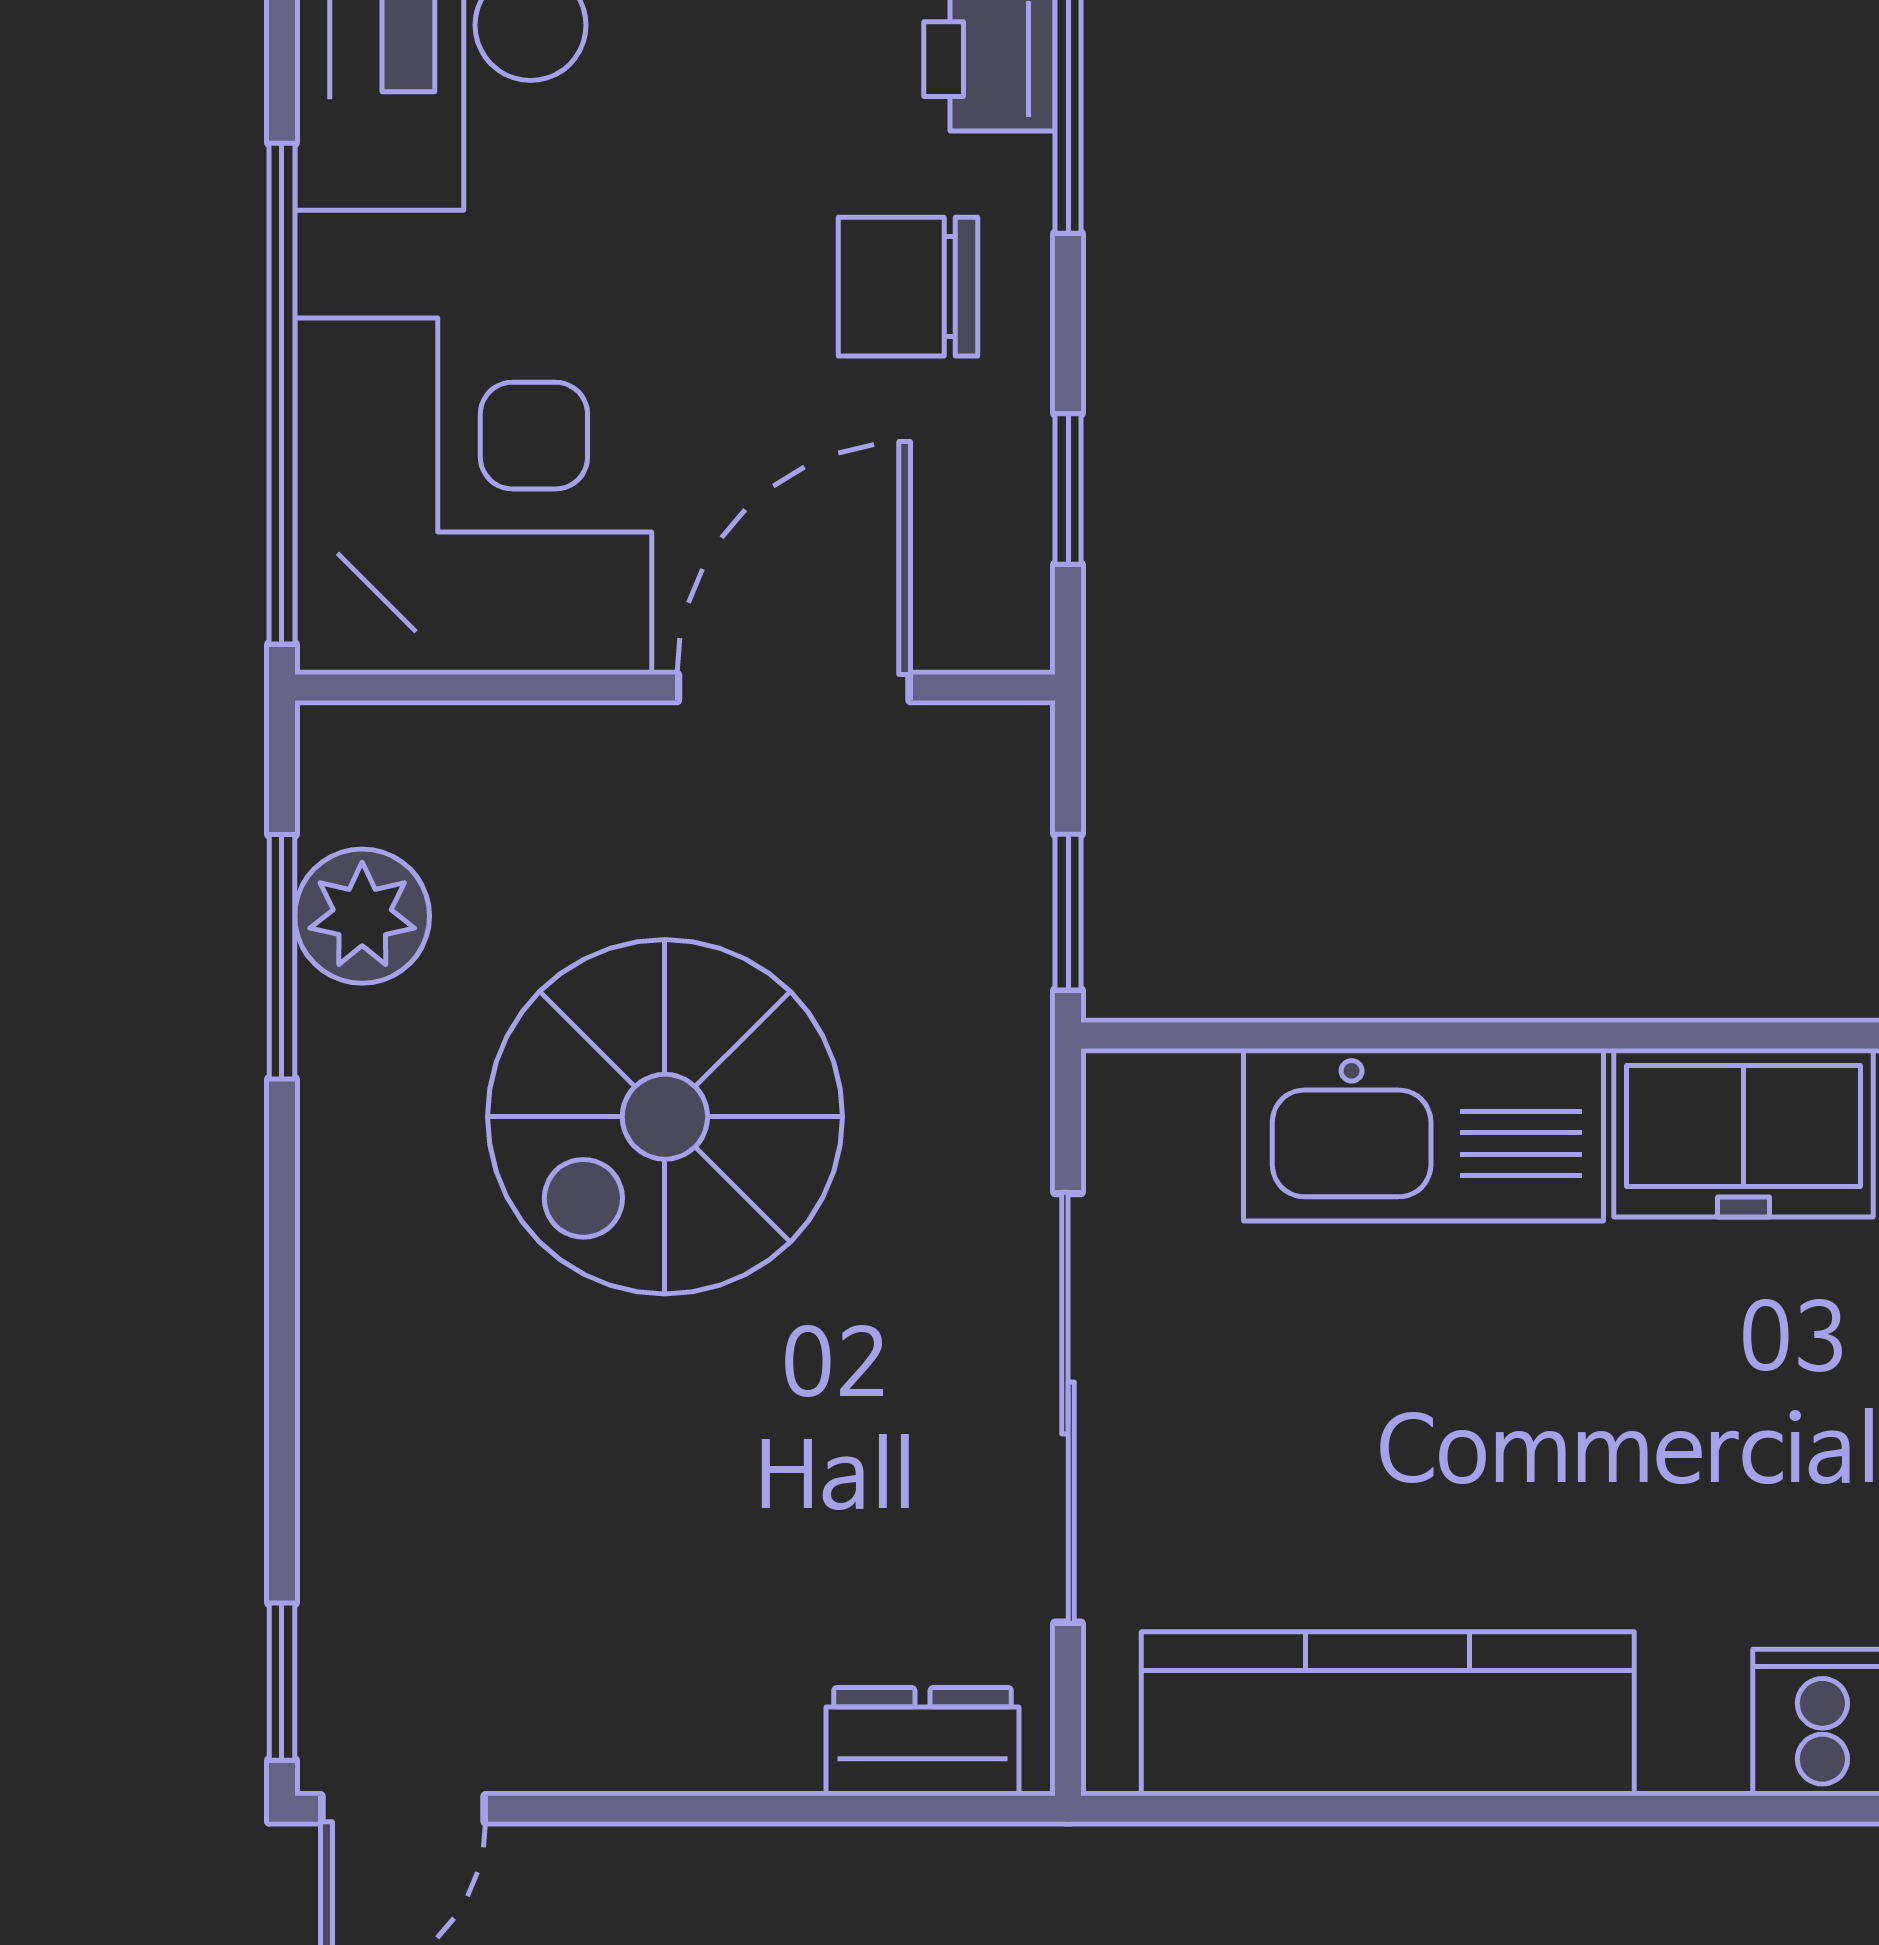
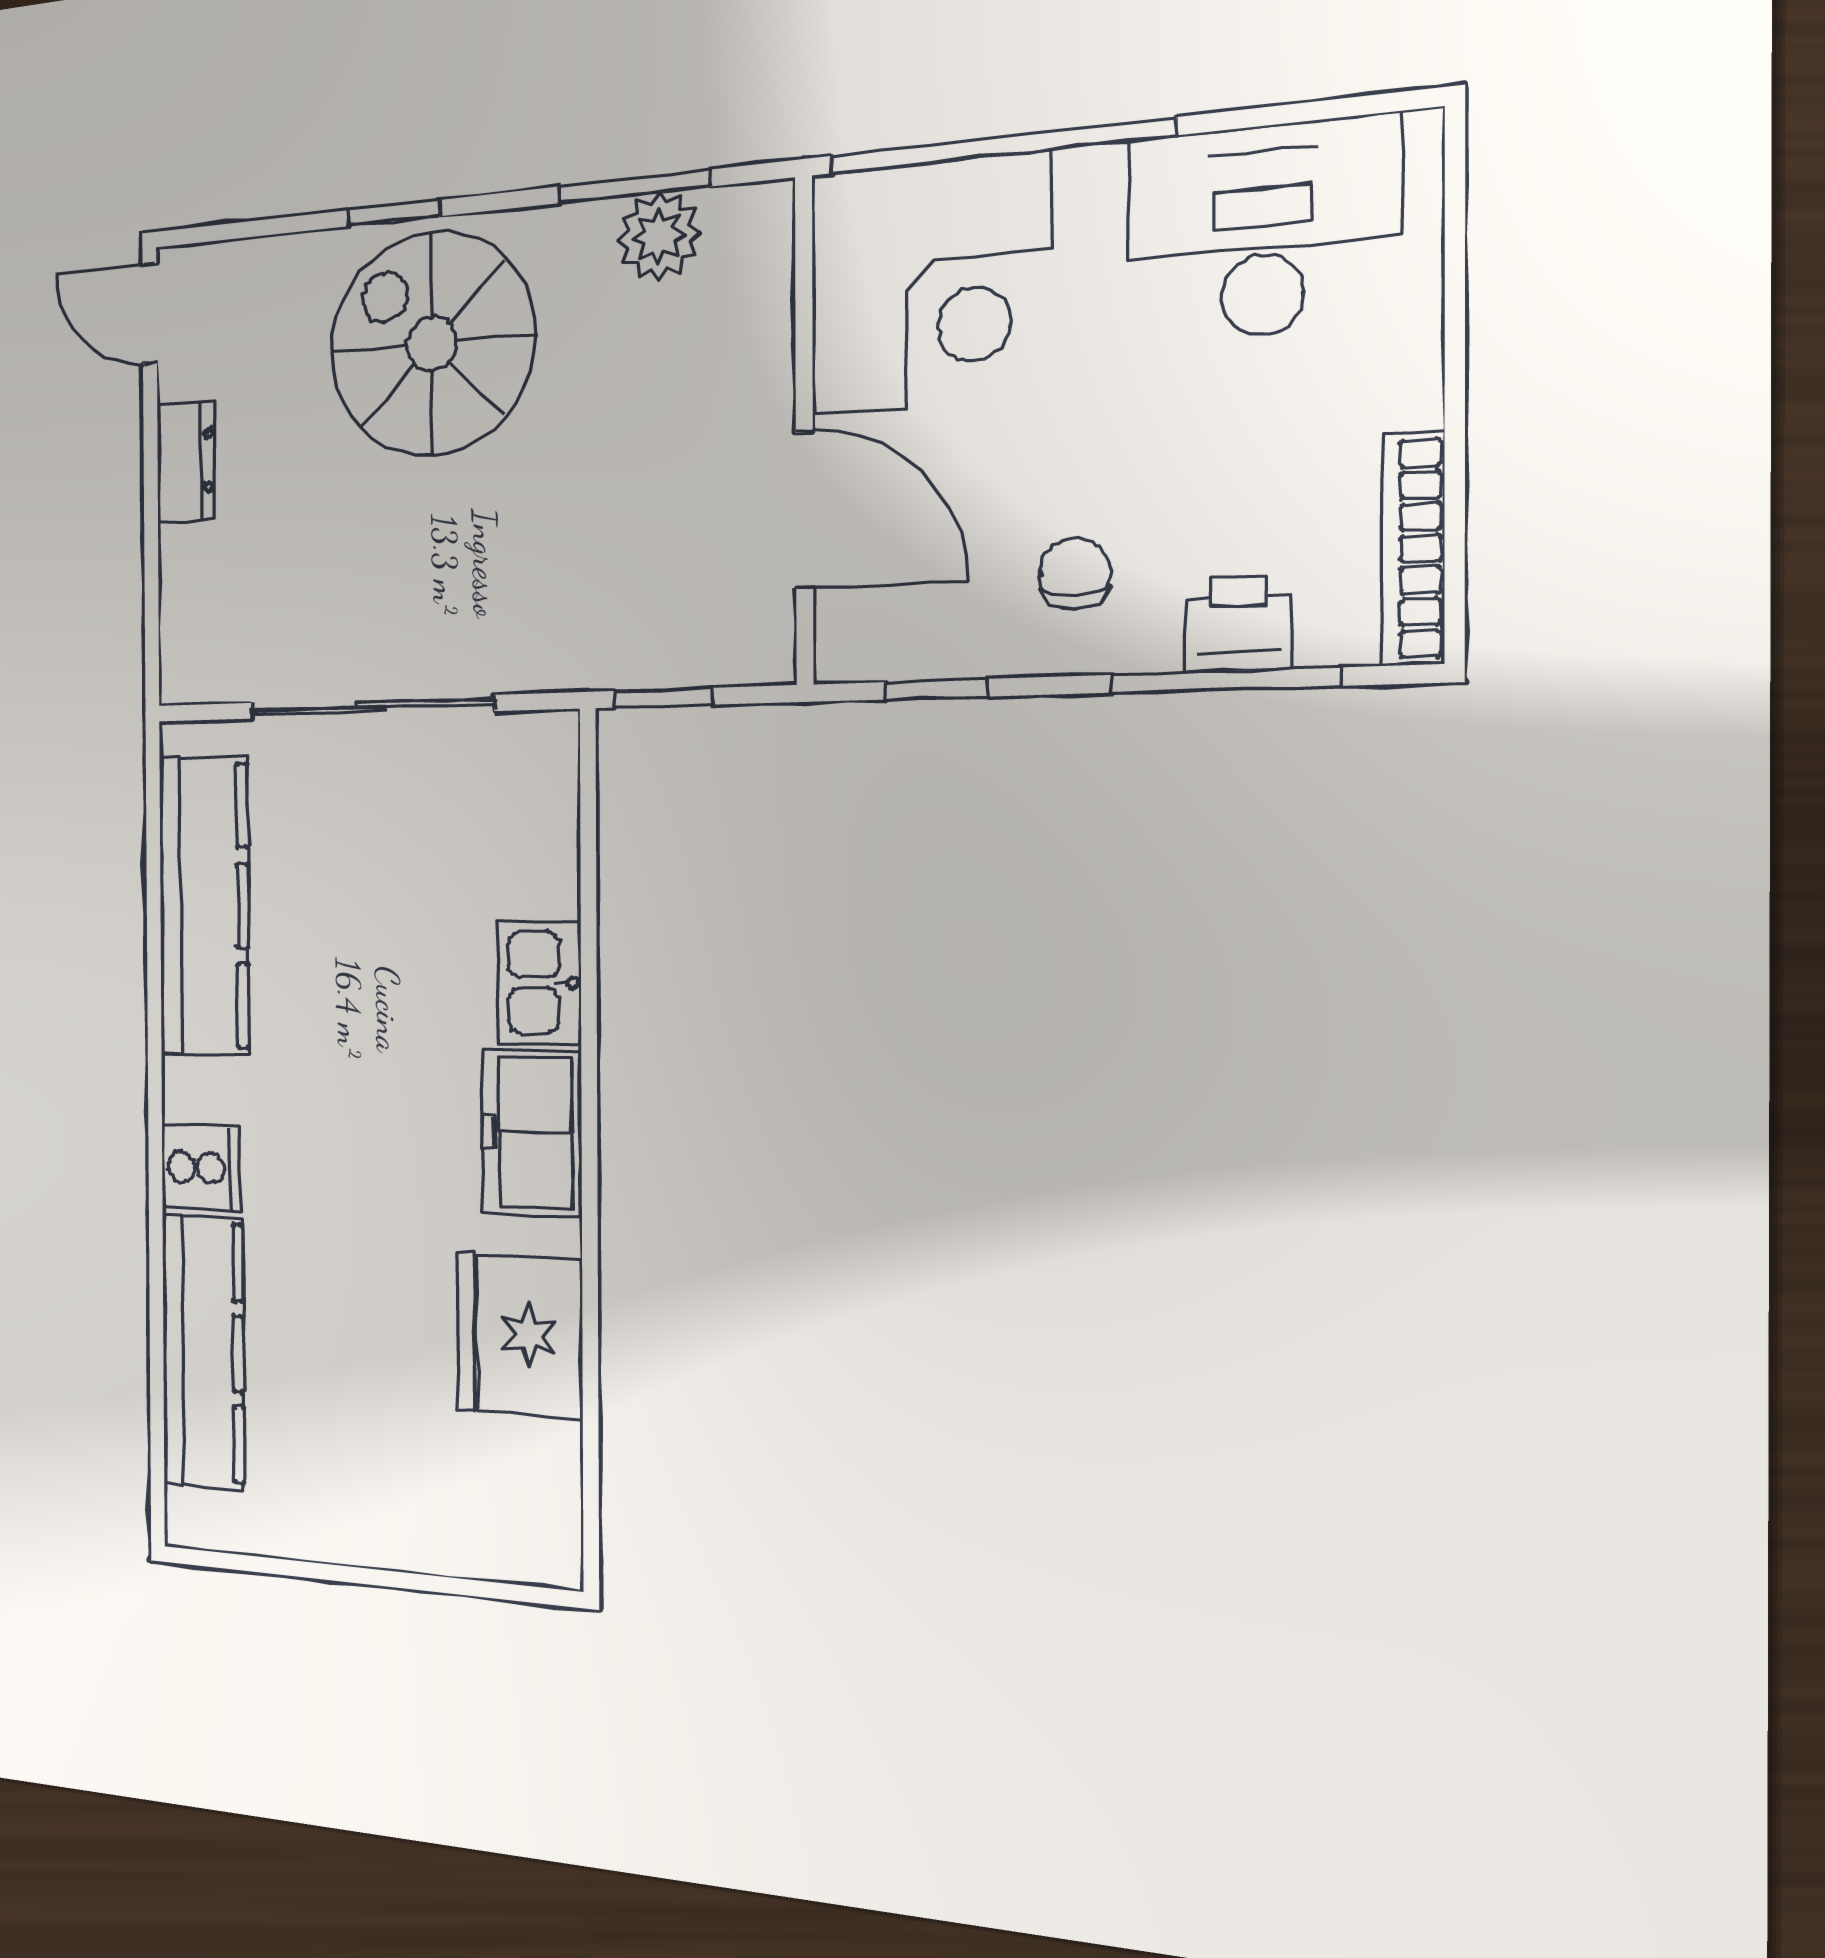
chair: (908, 287) -> (1075, 574), width x0.73, depth x0.73
spiral stairs: (665, 1117) -> (432, 344), moved
kitchen sink: (1424, 1135) -> (539, 982), width x0.53, depth x0.81
window: (282, 1682) -> (394, 213), moved
dresser: (922, 1742) -> (186, 462), moved

